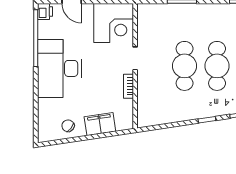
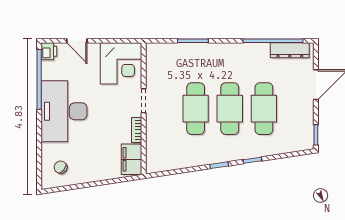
filing cabinet: (100, 124) -> (132, 159), moved, turned -82
chair: (68, 126) -> (61, 167), moved

